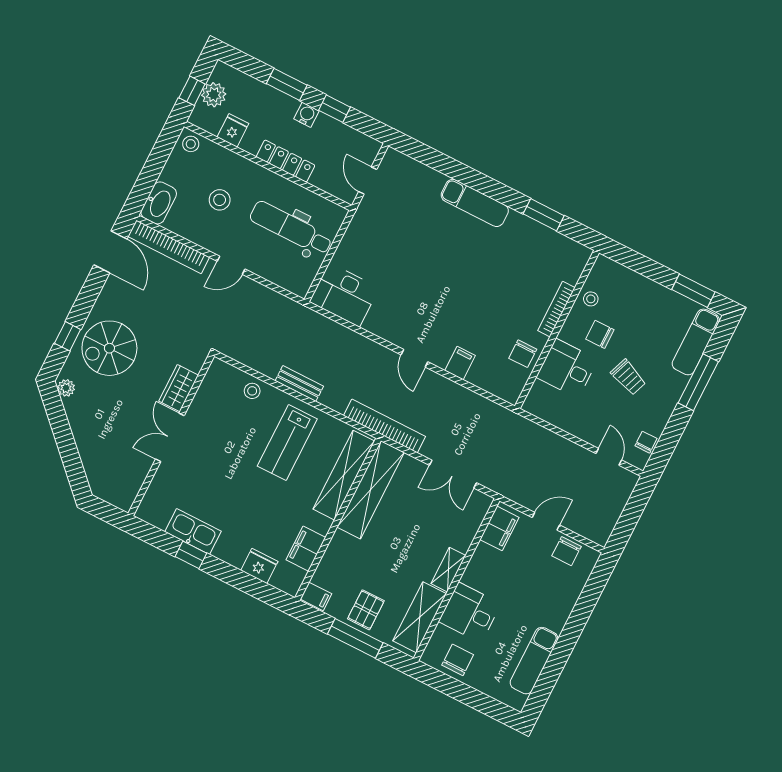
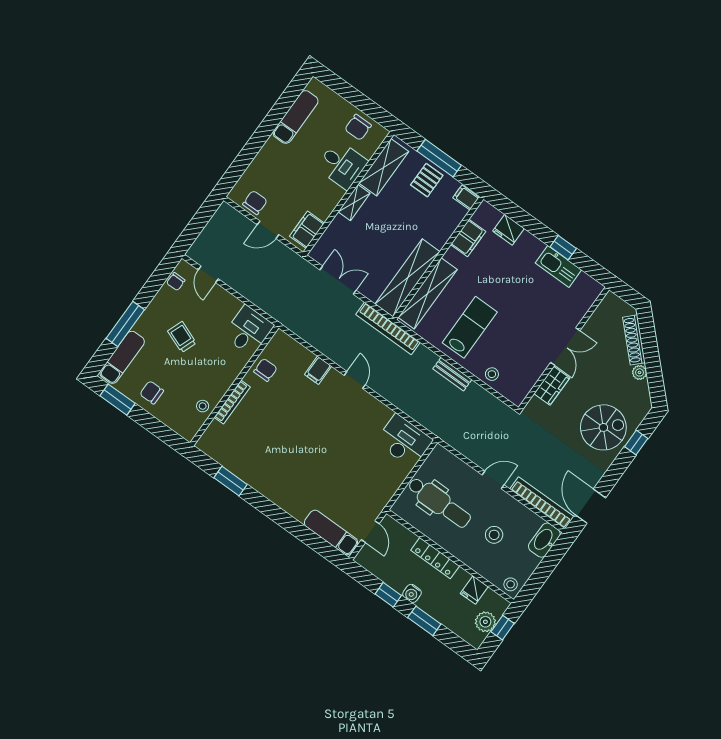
exam couch: (475, 203) -> (331, 532), moved
chair: (600, 334) -> (152, 392), moved, turned 180
desk: (567, 368) -> (249, 331), moved, turned -90
plant: (66, 388) -> (639, 372), moved
shoe rack: (89, 458) -> (634, 340), added

